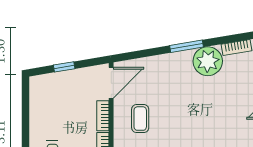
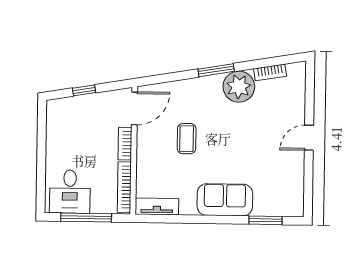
coffee table: (140, 119) -> (187, 139), moved

